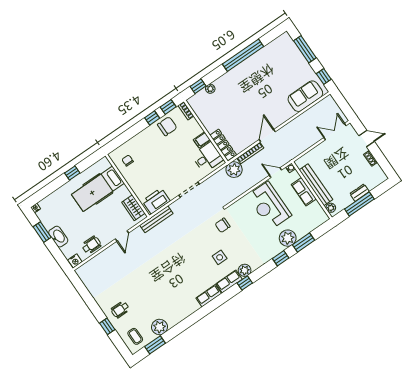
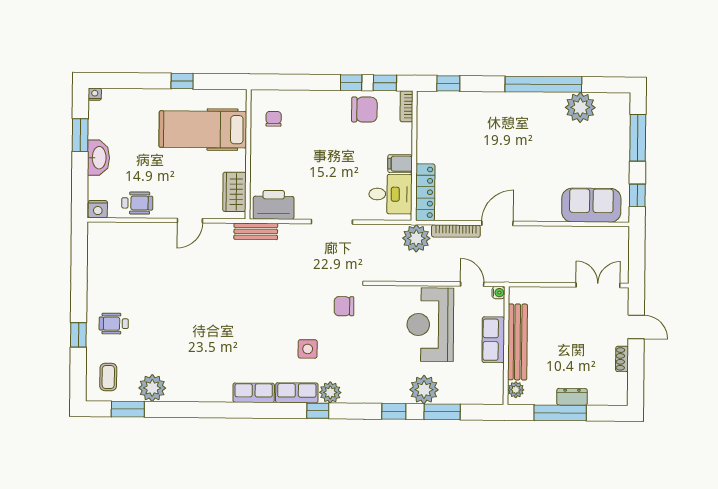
plant: (210, 89) -> (580, 107), moved, width x1.87, depth x1.87
bench: (156, 219) -> (256, 231), width x0.73

